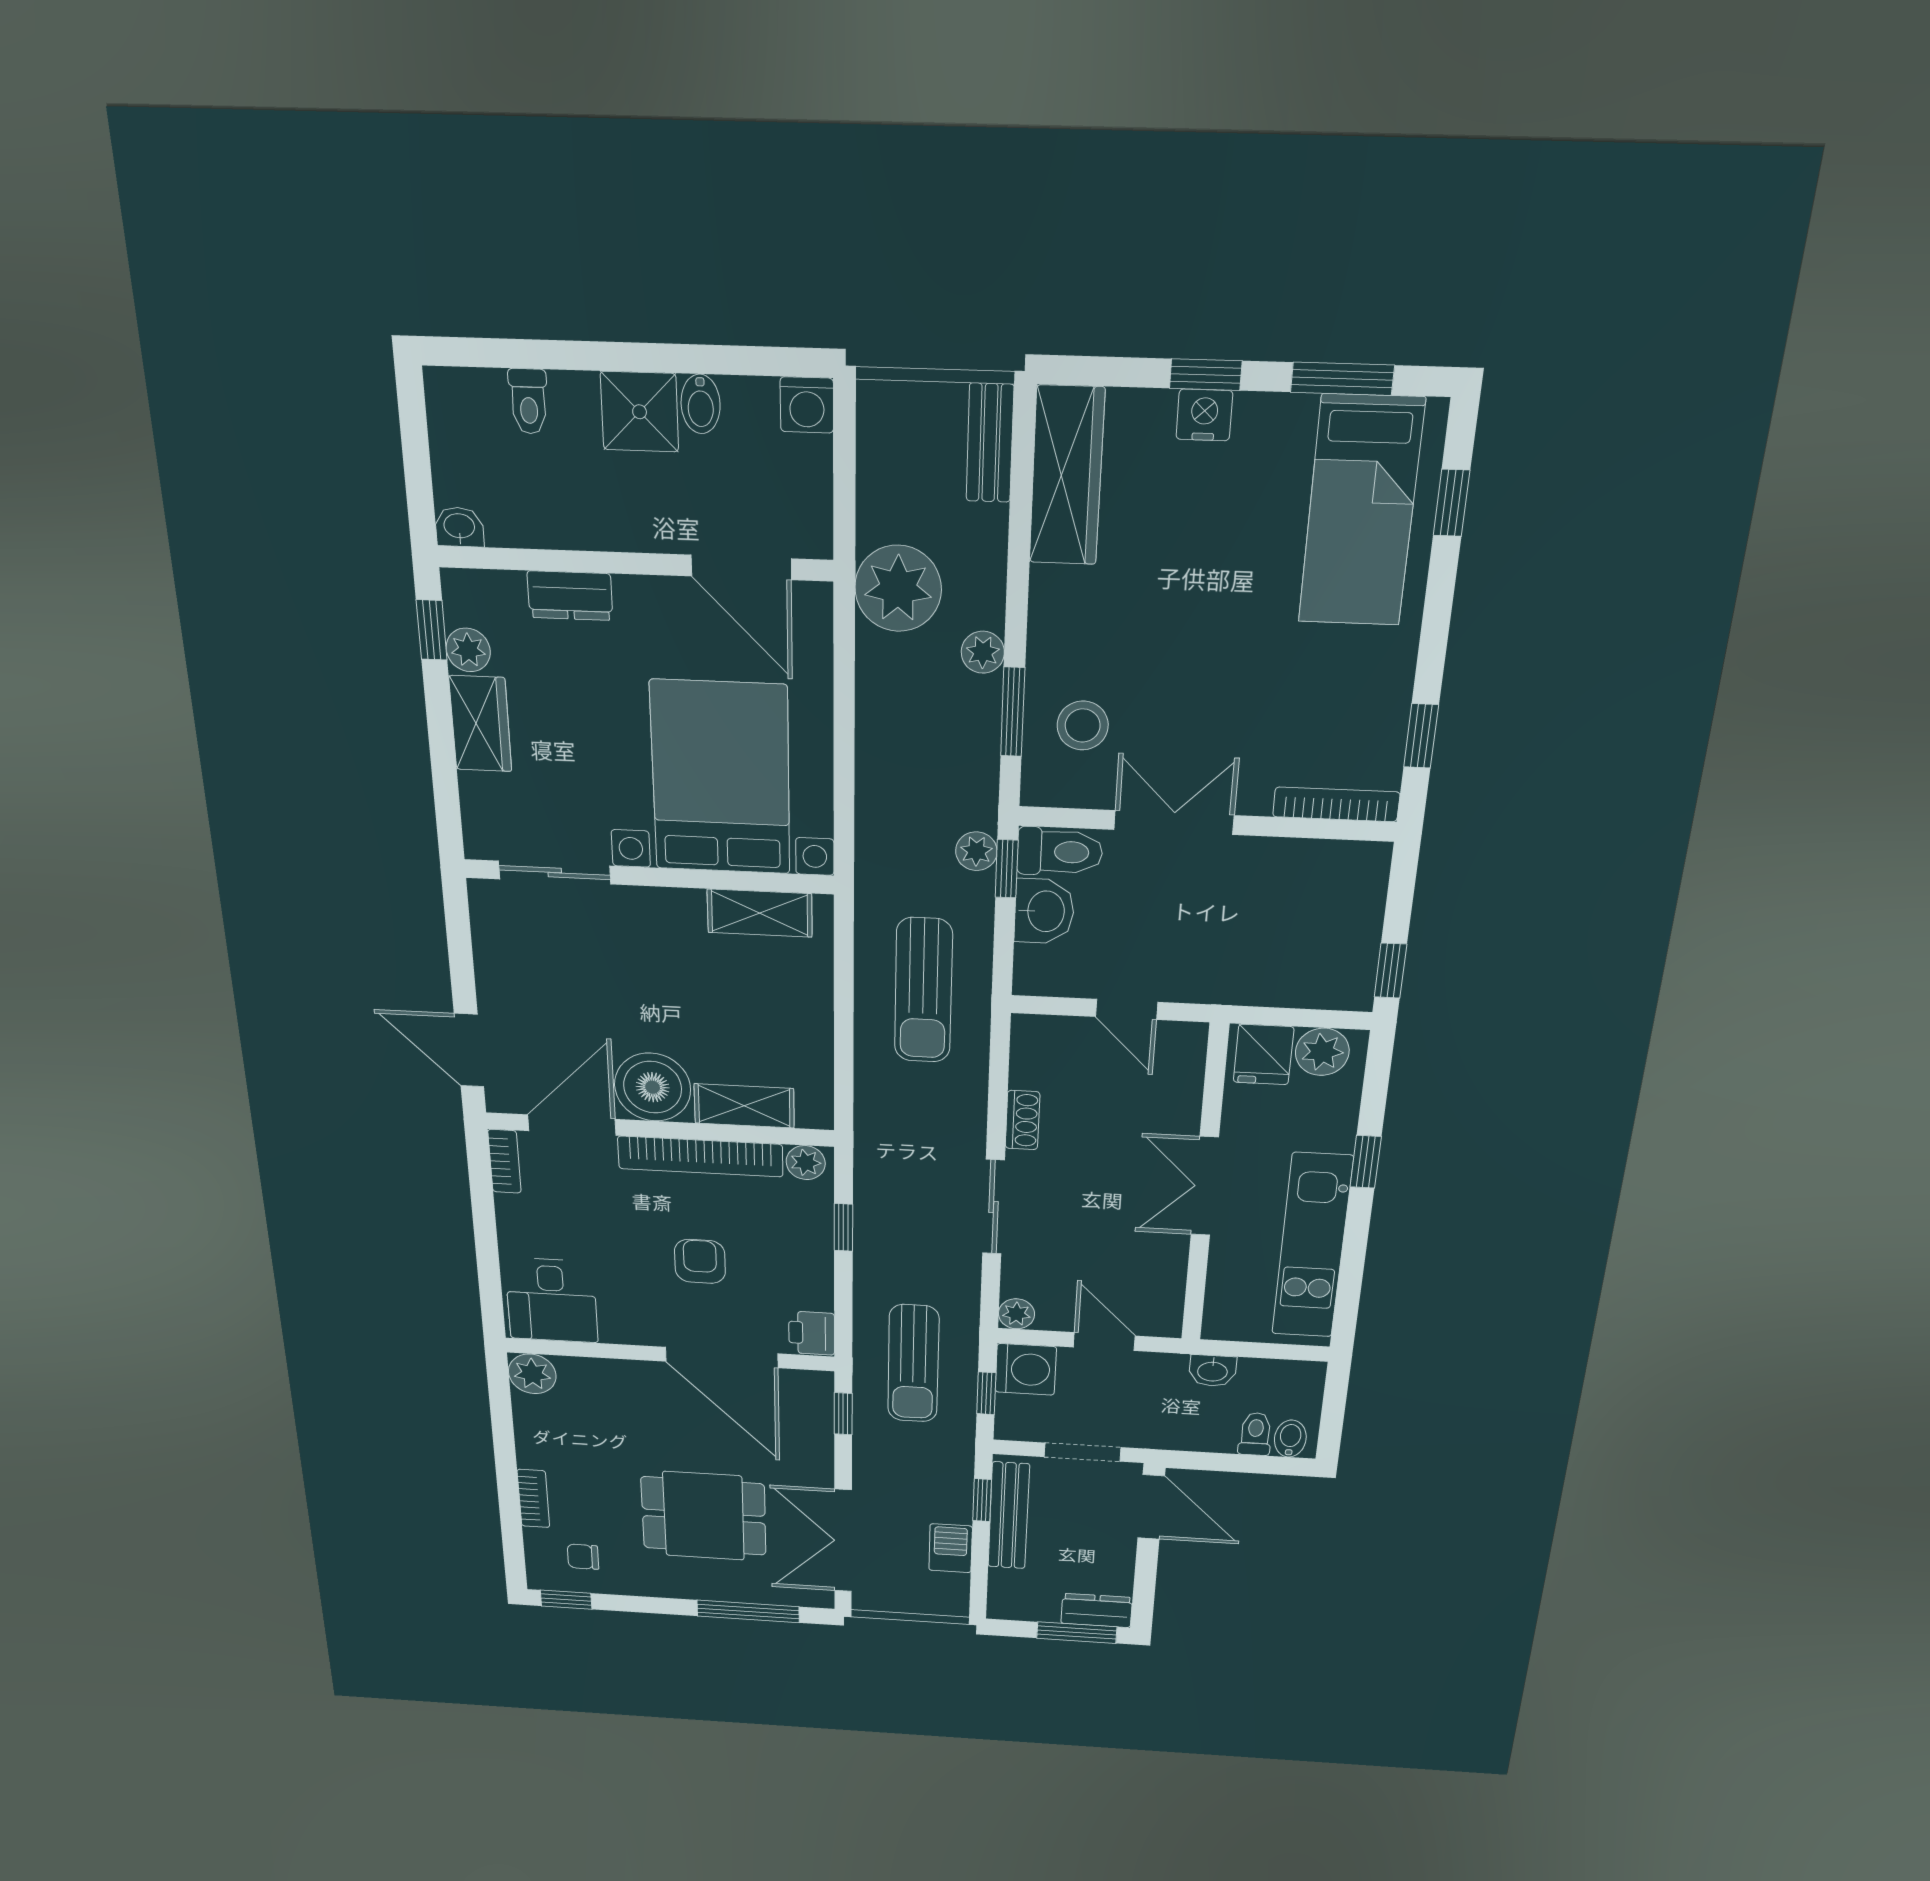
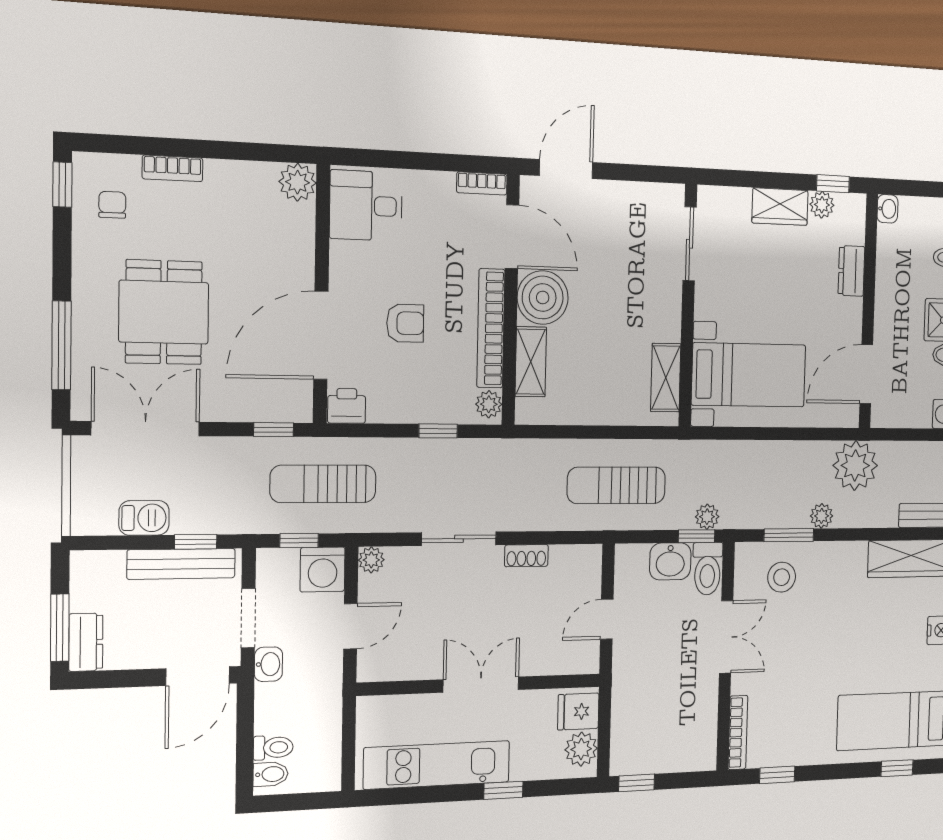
bed with nightstands: (721, 778) -> (749, 375), width x0.73
washbasin: (1213, 1371) -> (268, 664), moved, turned 180

